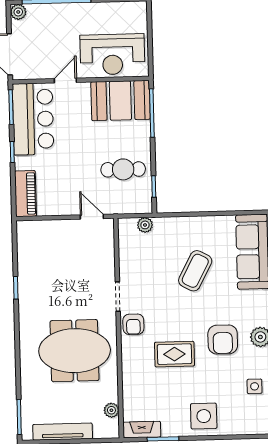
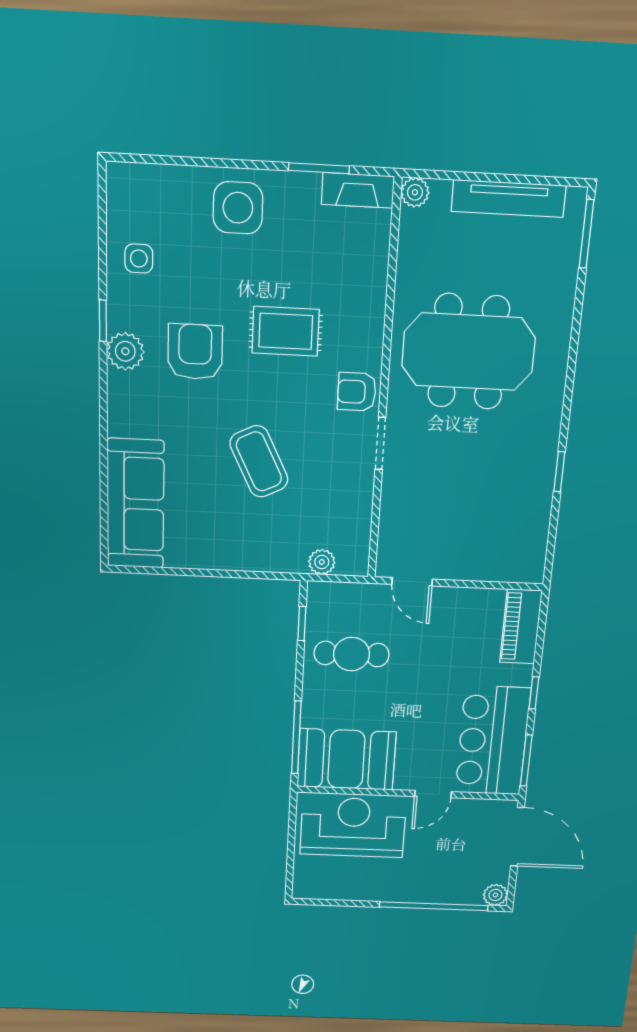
coffee table: (195, 271) -> (259, 461), moved, turned -54
armchair: (133, 324) -> (357, 392), turned -90
plant: (111, 410) -> (415, 192), moved

